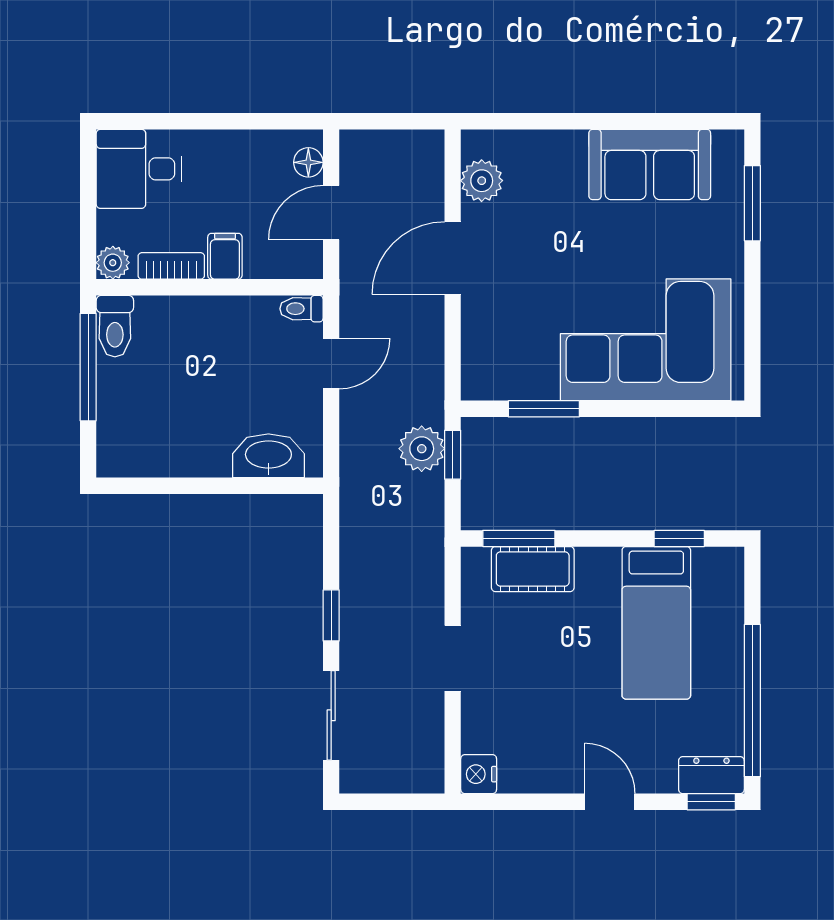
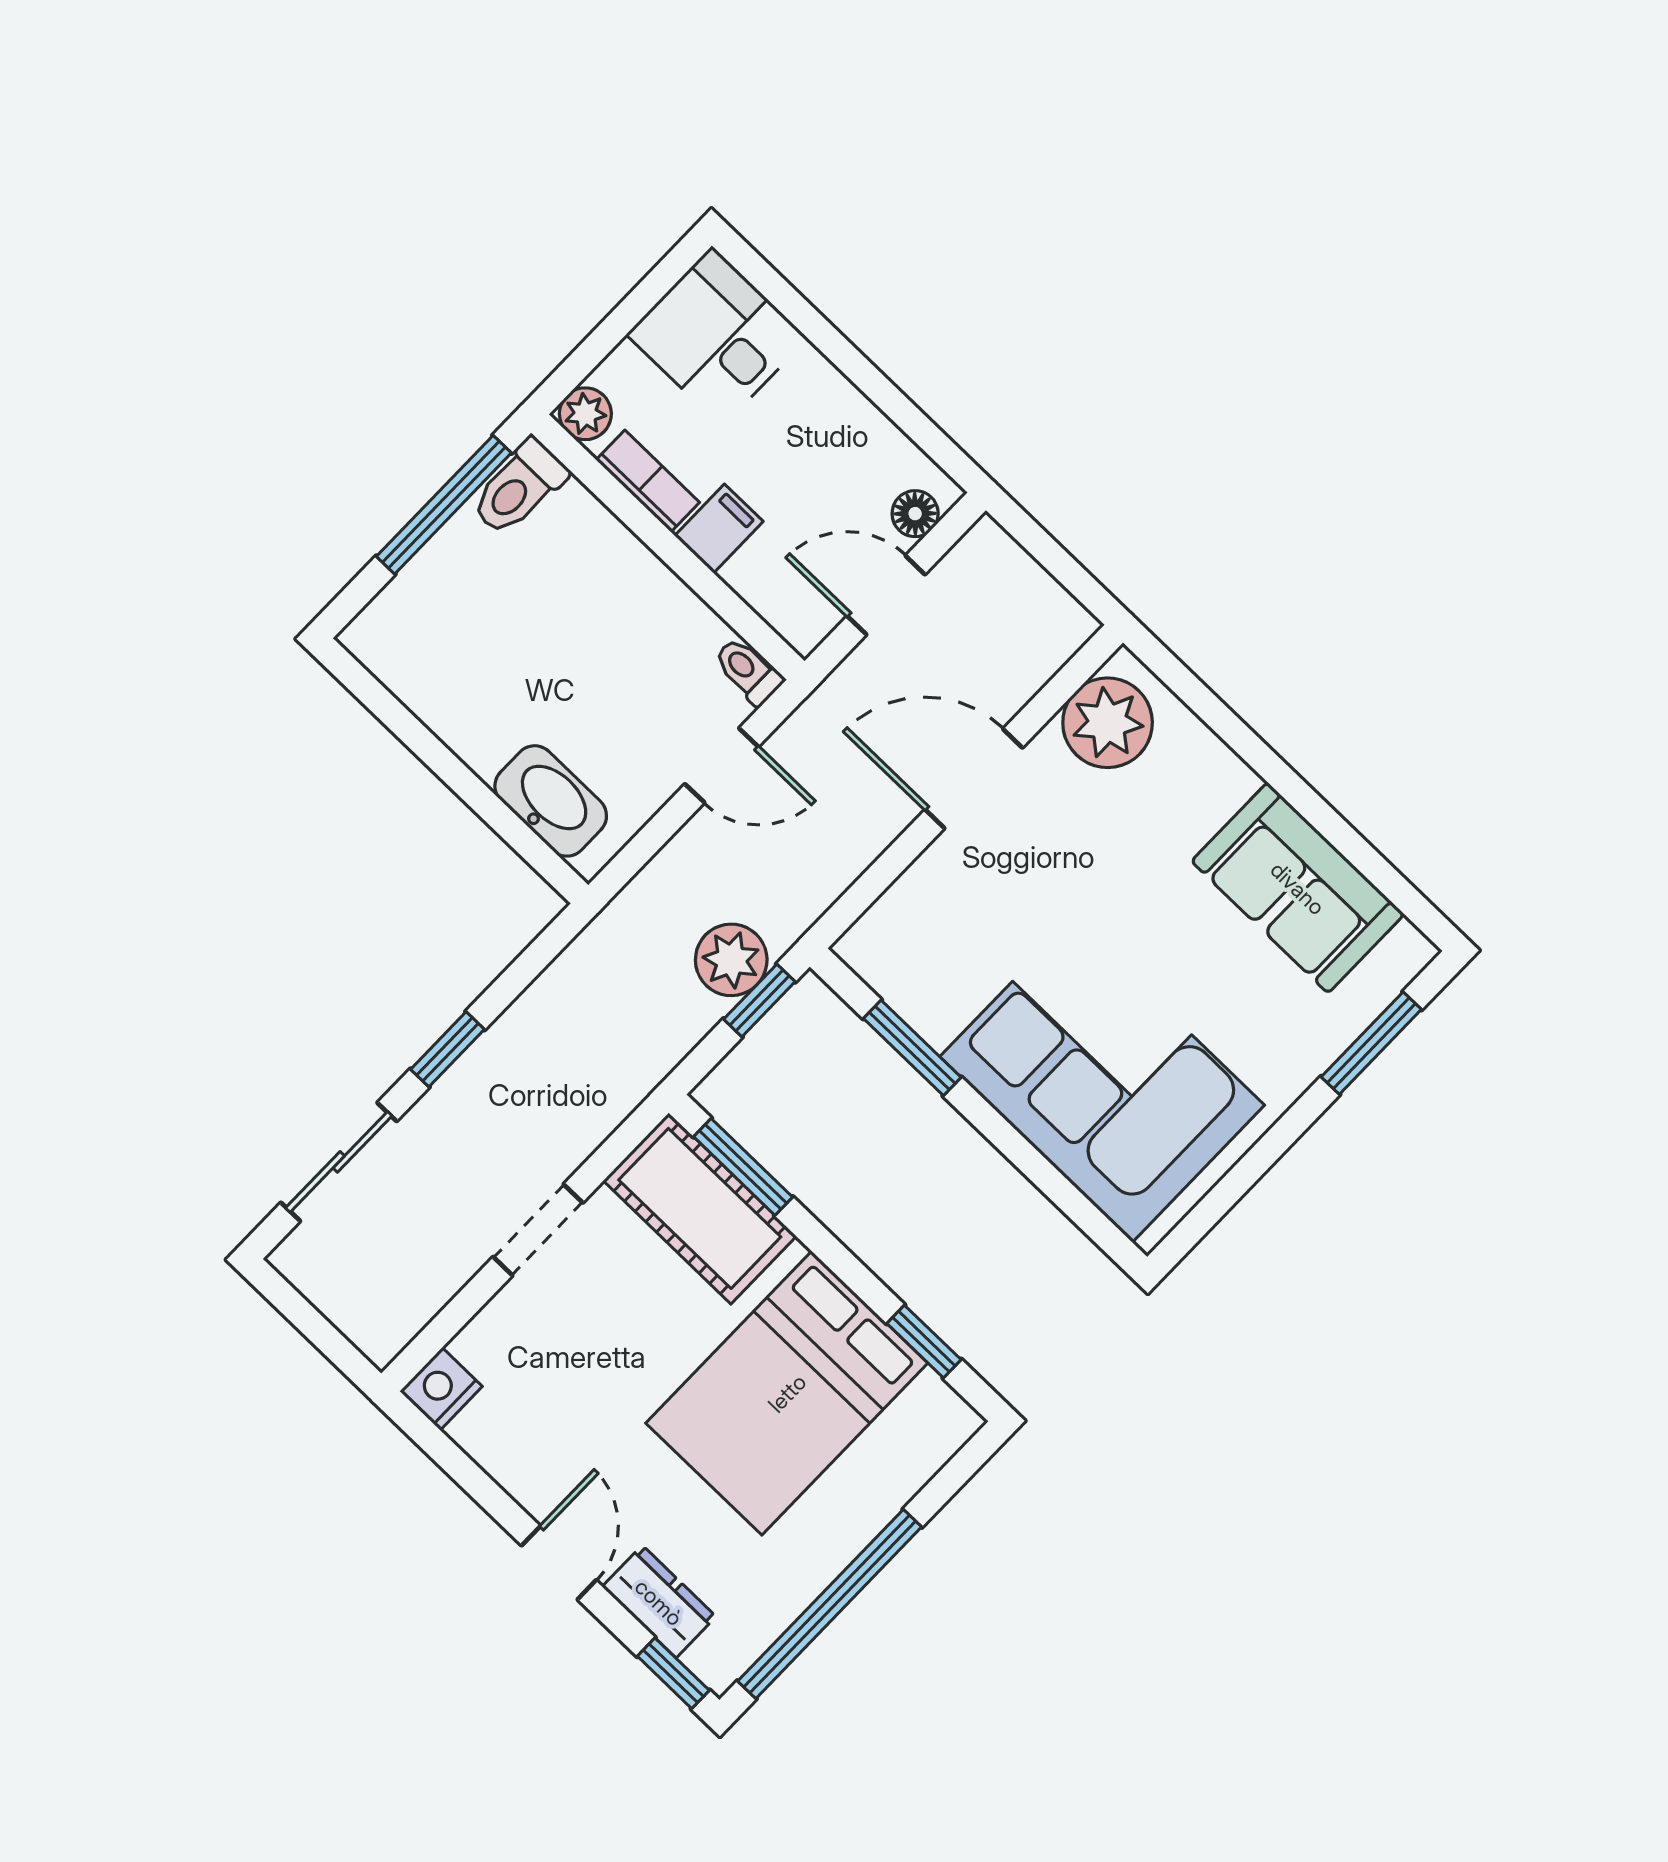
plant: (482, 181) -> (1108, 723), width x1.36, depth x1.36
cot: (533, 569) -> (700, 1208), width x1.37, depth x1.34
bed: (656, 623) -> (787, 1393), width x1.50
dresser: (711, 775) -> (659, 1602), moved

